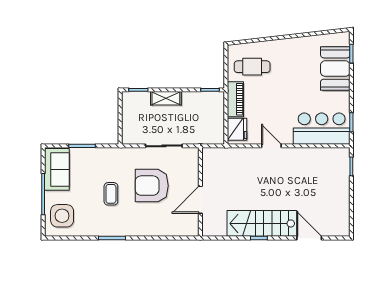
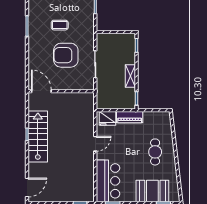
cafe table: (252, 67) -> (155, 152), moved
shelving: (166, 98) -> (130, 76), moved
armchair: (152, 186) -> (66, 55), turned -90
door: (200, 200) -> (41, 91), moved
door: (309, 238) -> (27, 188), moved

